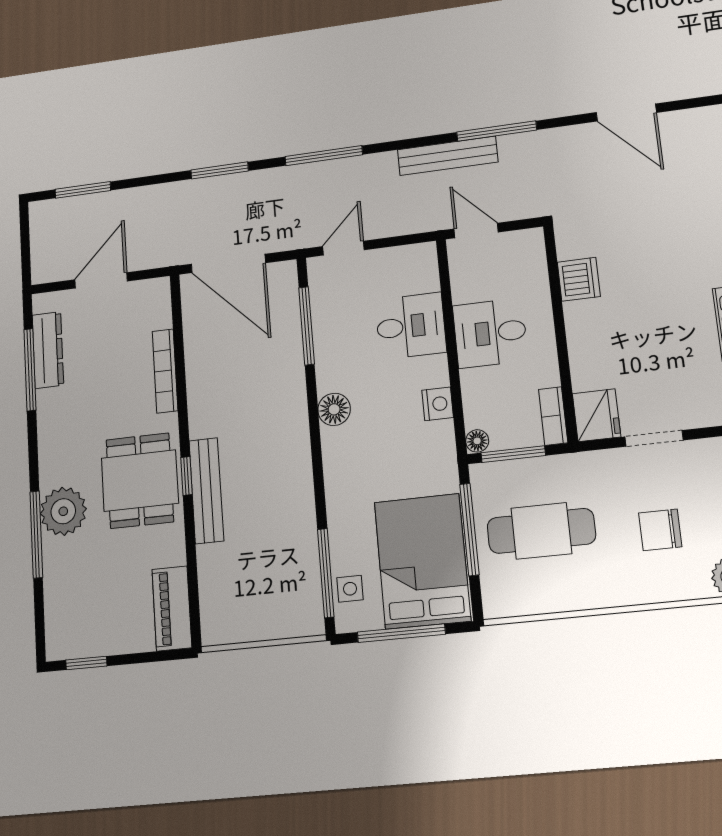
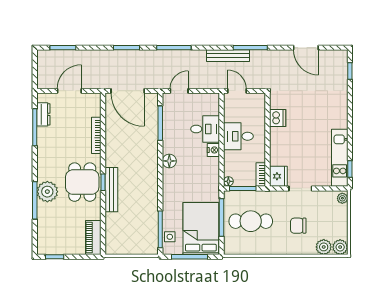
dresser: (48, 350) -> (43, 114), width x0.70
nightstand: (438, 404) -> (213, 150), moved

